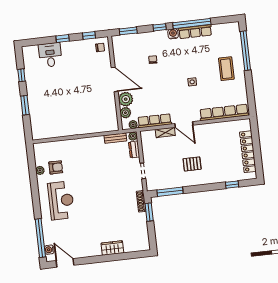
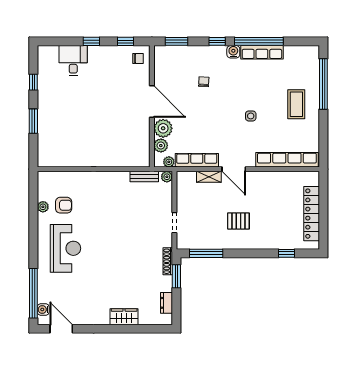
dresser: (134, 149) -> (166, 303), moved

